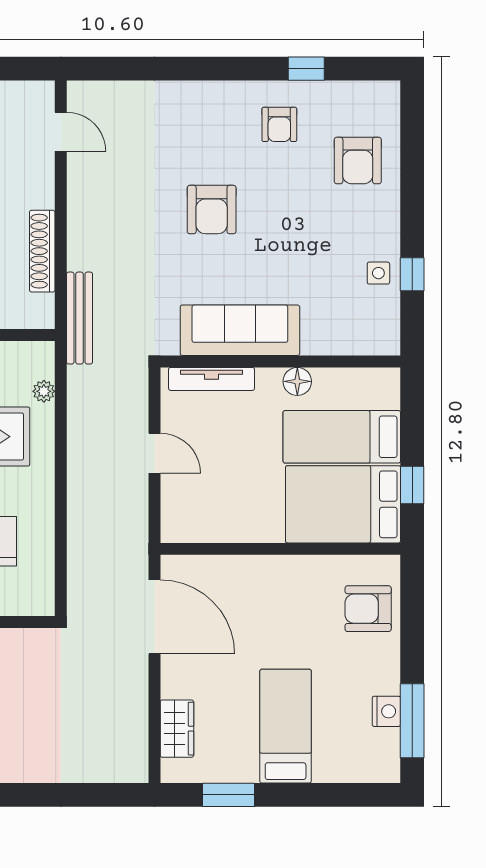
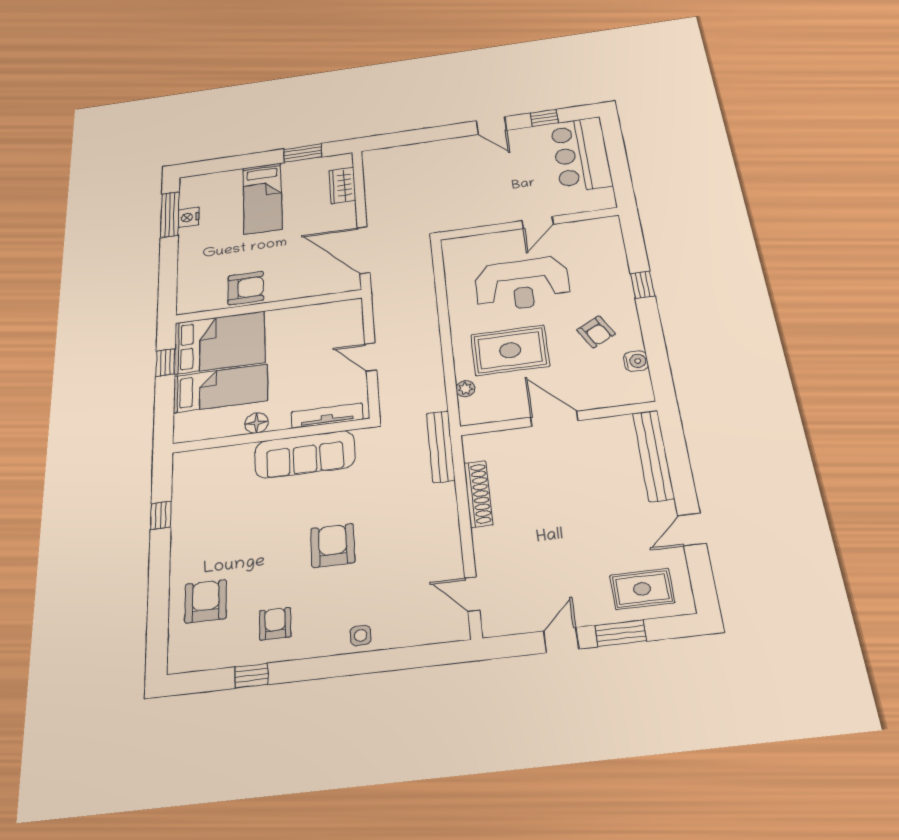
side table: (378, 273) -> (361, 635), moved
armchair: (368, 609) -> (246, 288), moved

